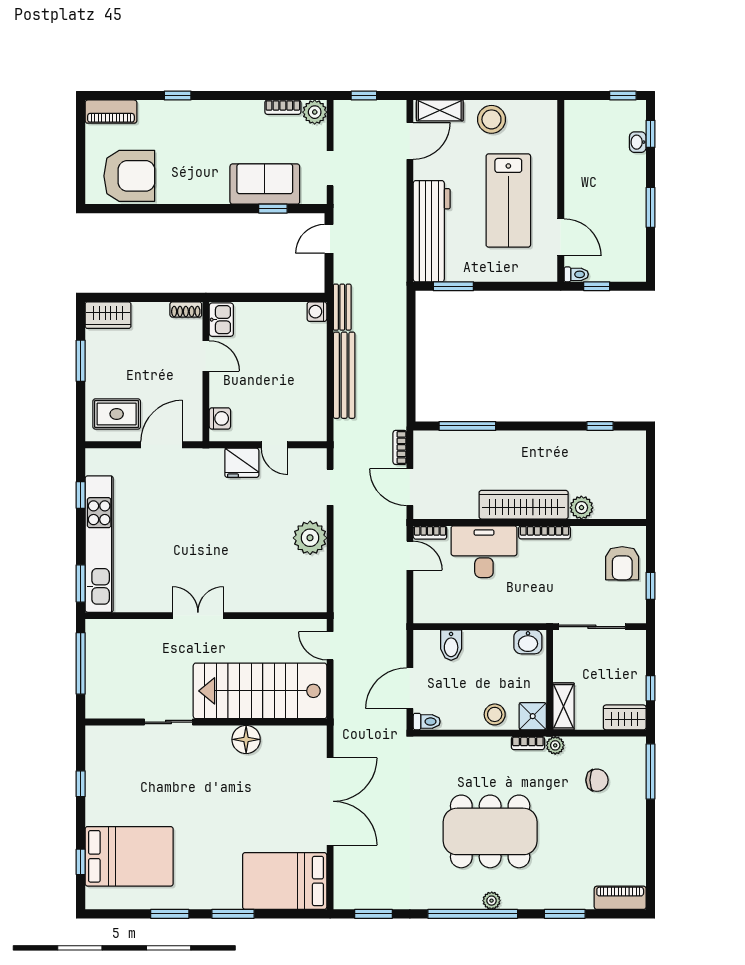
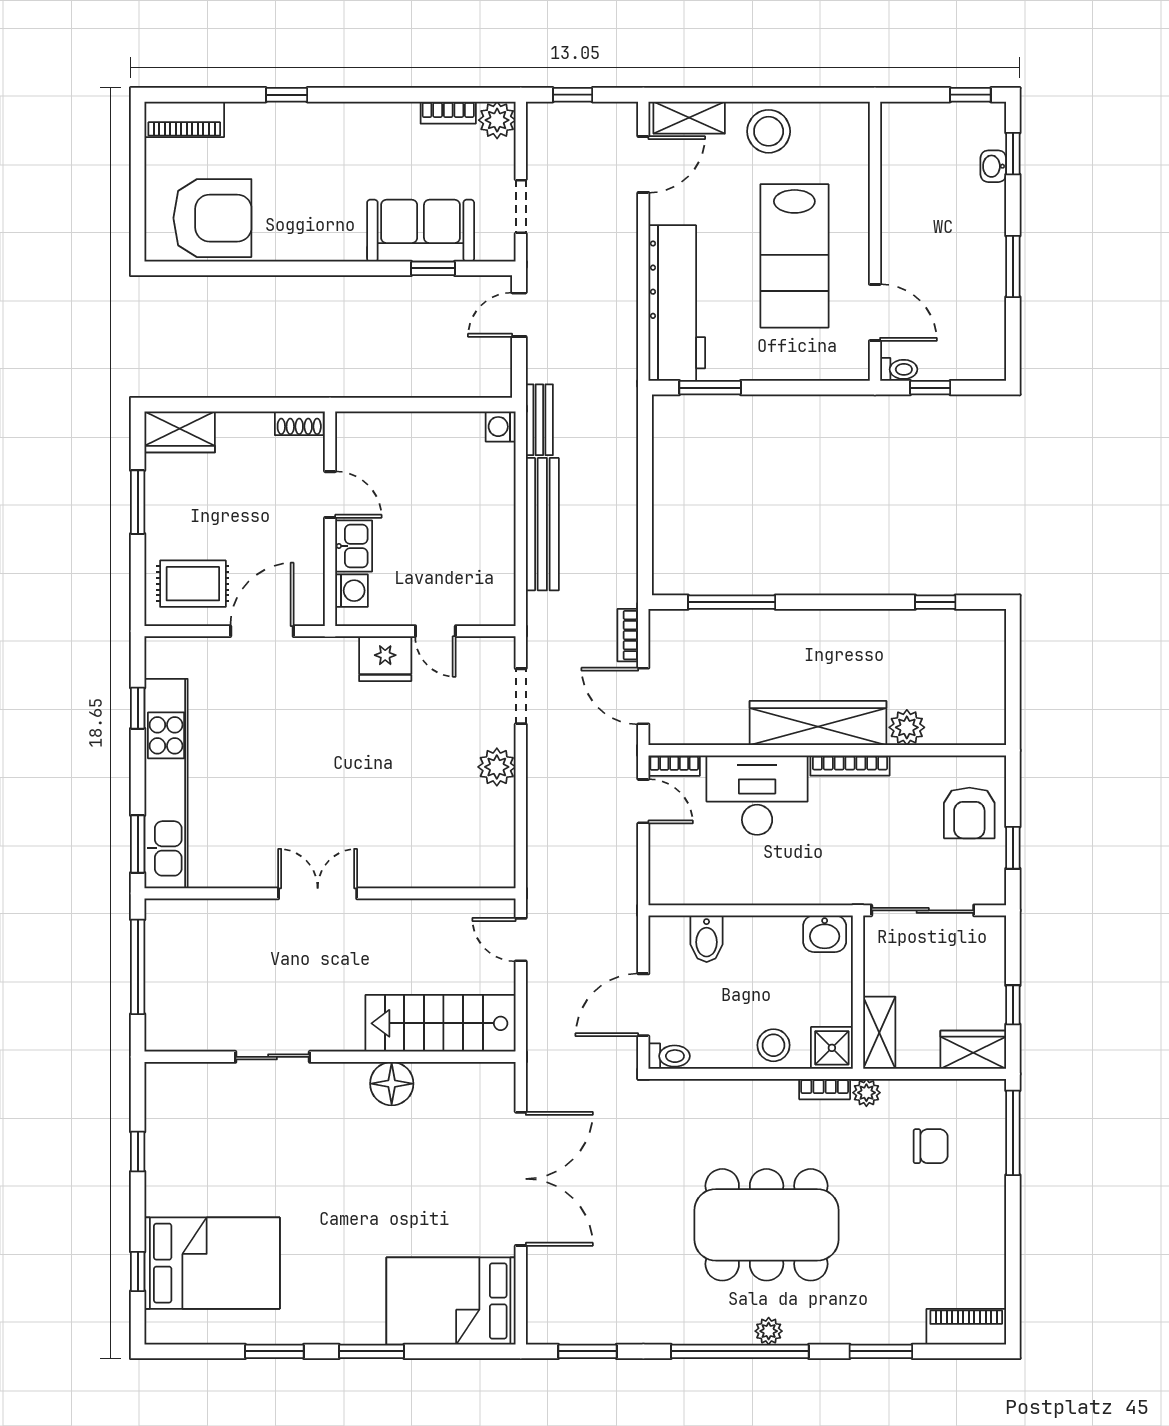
kitchen sink: (221, 320) -> (354, 546), moved
plant: (310, 538) -> (497, 767), width x0.73, depth x0.73
stairs: (260, 691) -> (440, 1023), width x0.73, depth x0.66

